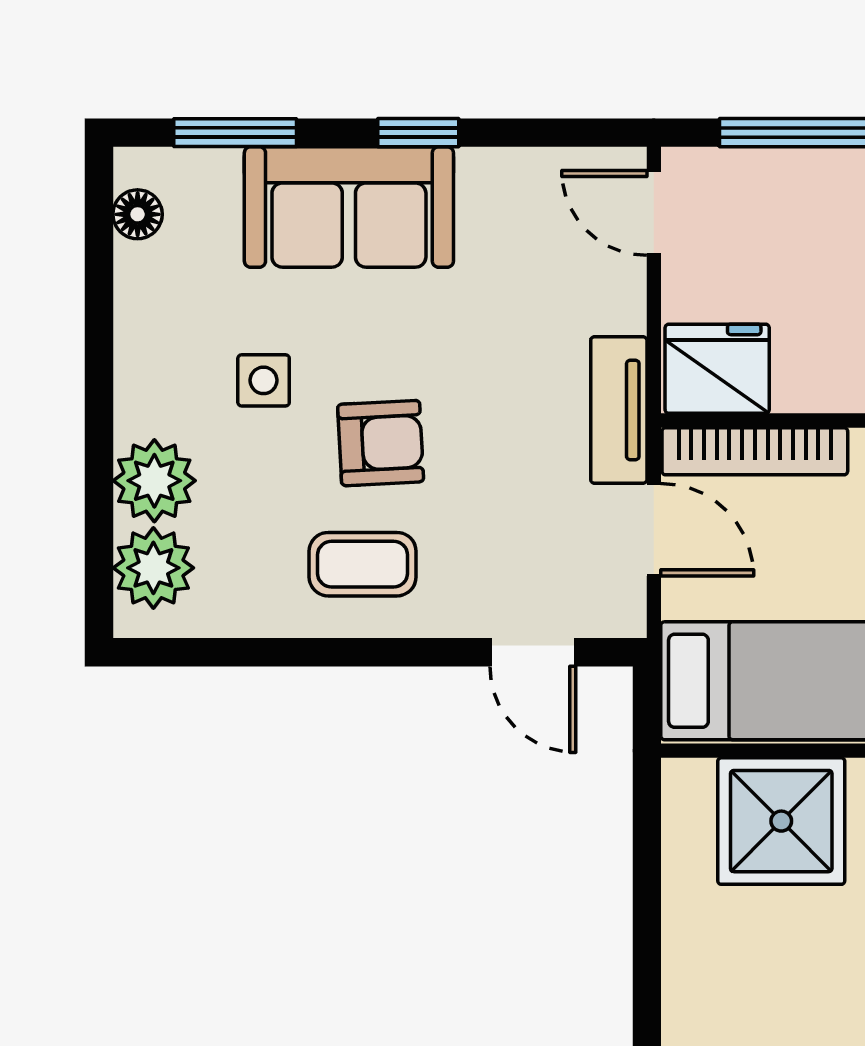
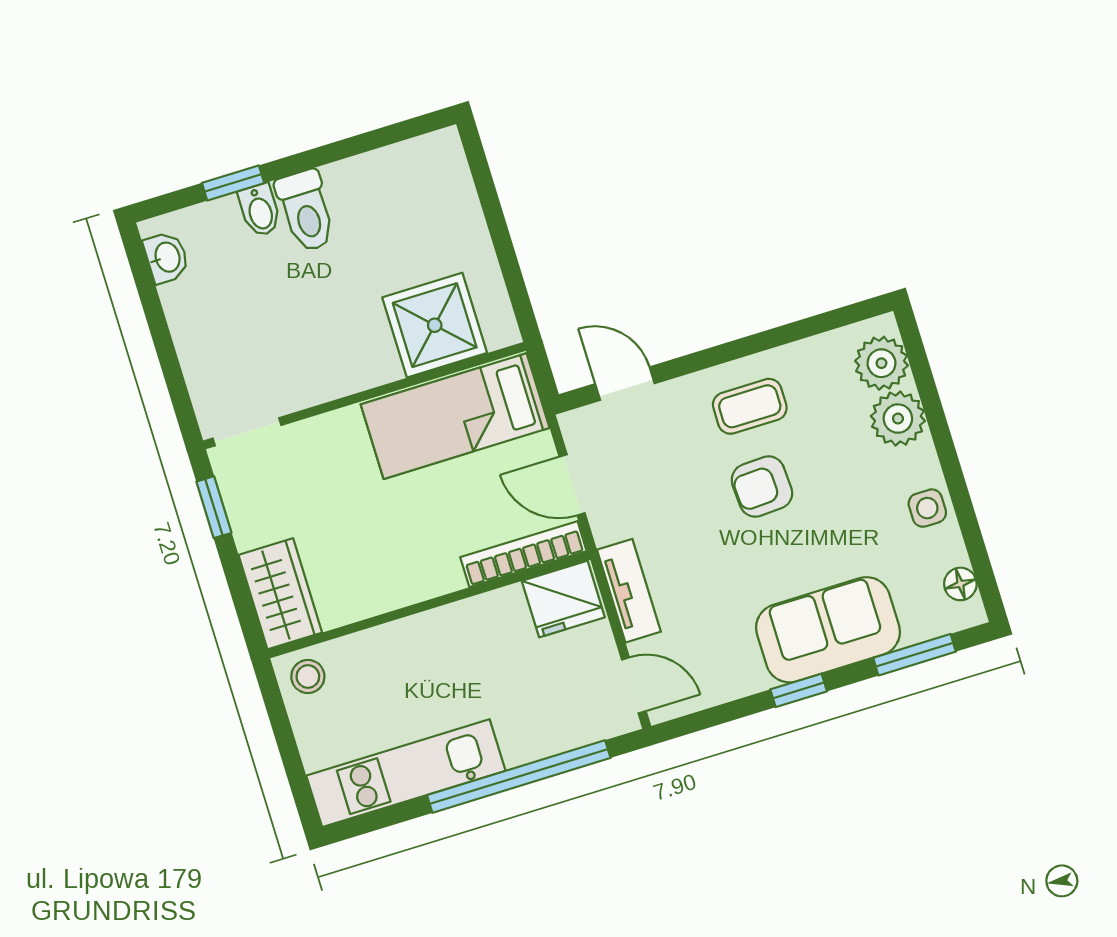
side table: (264, 380) -> (927, 508), moved
tv unit: (619, 410) -> (629, 591), moved

